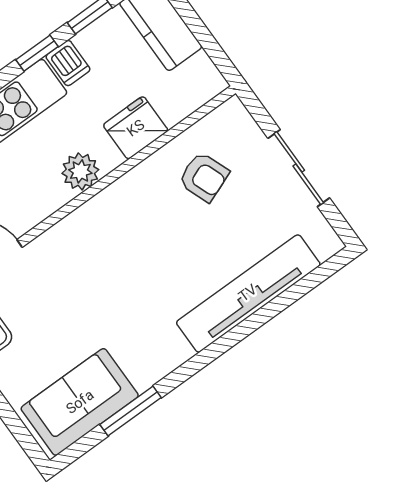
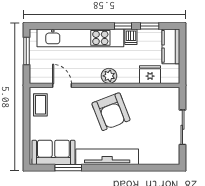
fridge: (136, 128) -> (150, 75), moved
armchair: (204, 177) -> (111, 112), moved, width x1.88, depth x1.88
tv unit: (248, 293) -> (107, 157), moved

